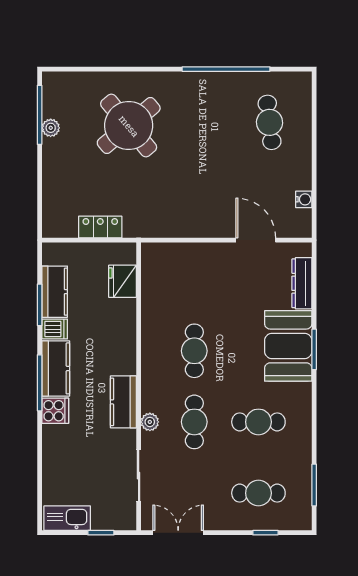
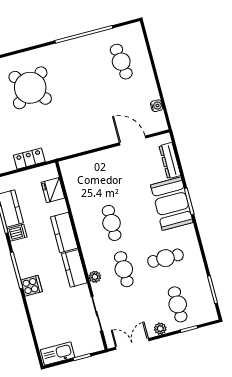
kitchen counter: (56, 368) -> (64, 232), moved, turned 180
cafe table: (258, 493) -> (178, 304), turned 90
plant: (224, 521) -> (160, 329), added

